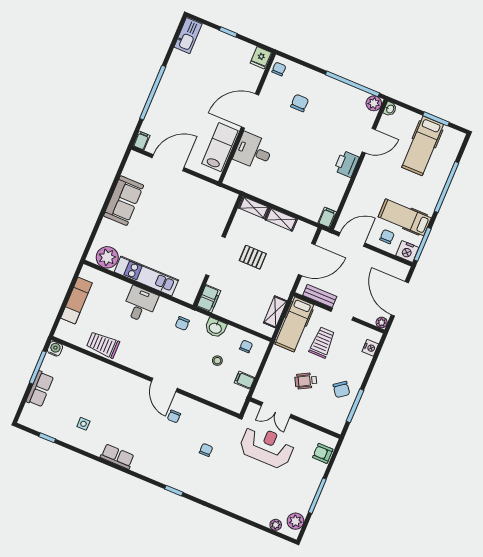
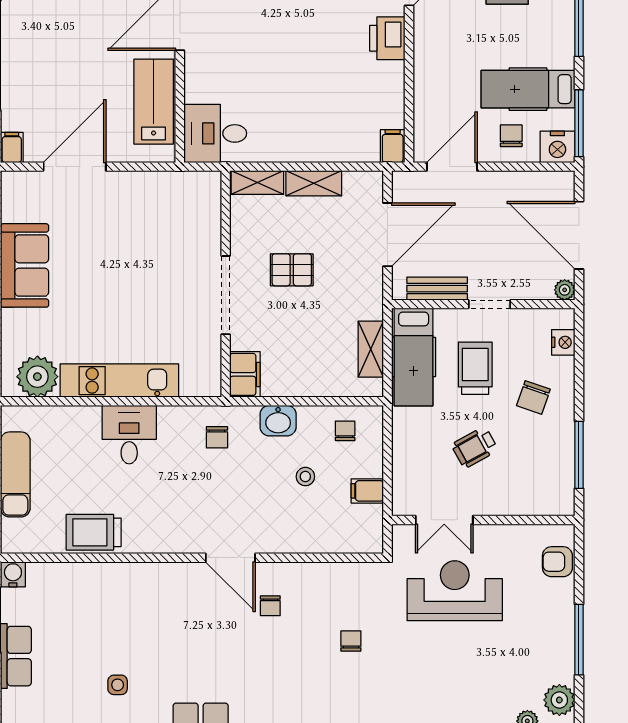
desk: (253, 151) -> (215, 133), moved
chair: (341, 389) -> (533, 397), moved, turned 56

